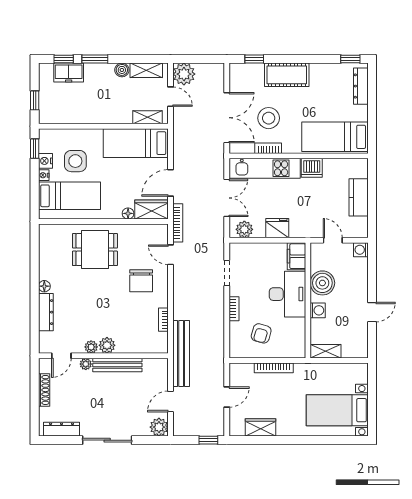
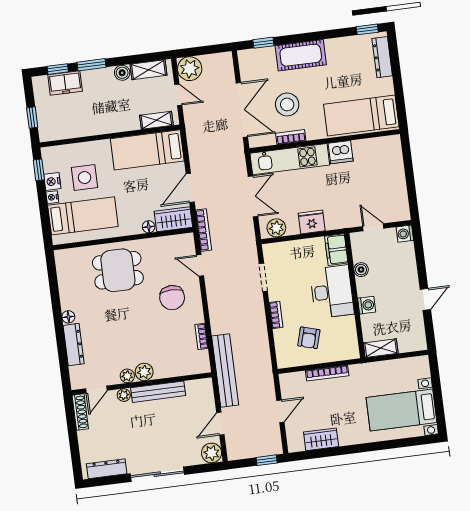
kitchen counter: (359, 197) -> (395, 178), removed
boiler: (322, 283) -> (361, 270), width x0.54, depth x0.54
shoe rack: (44, 390) -> (80, 412), moved

